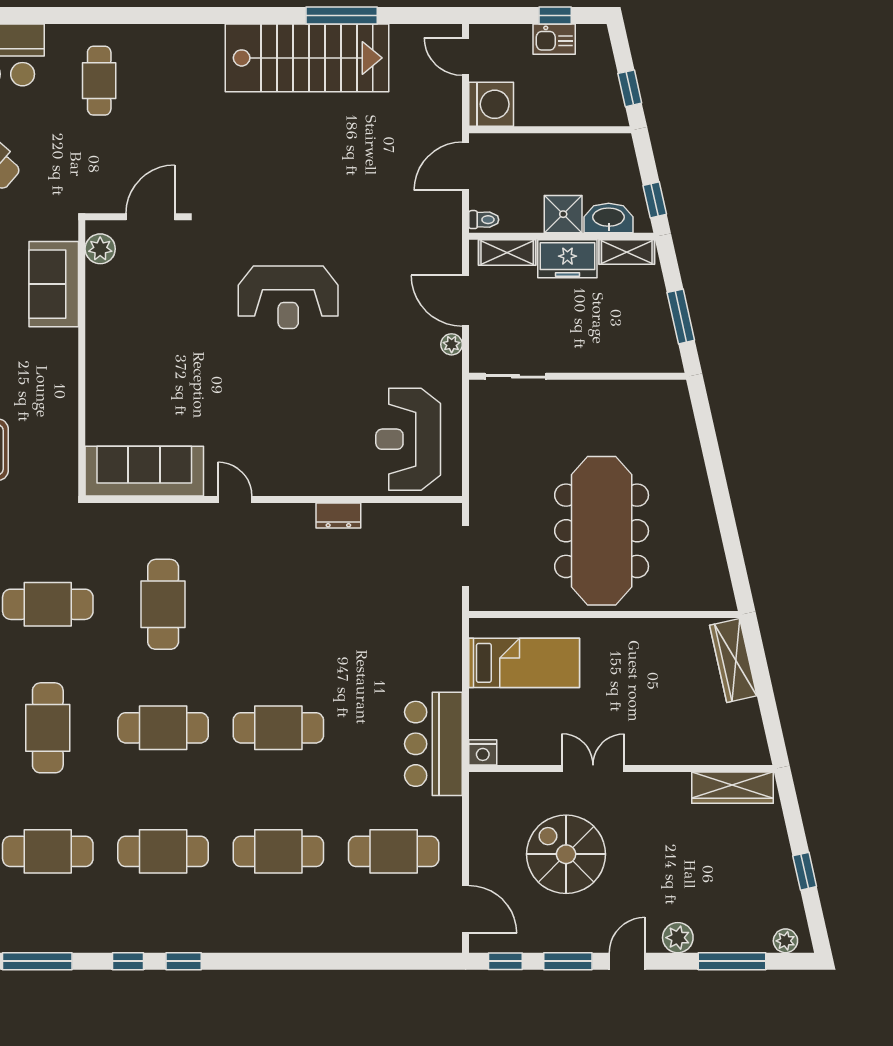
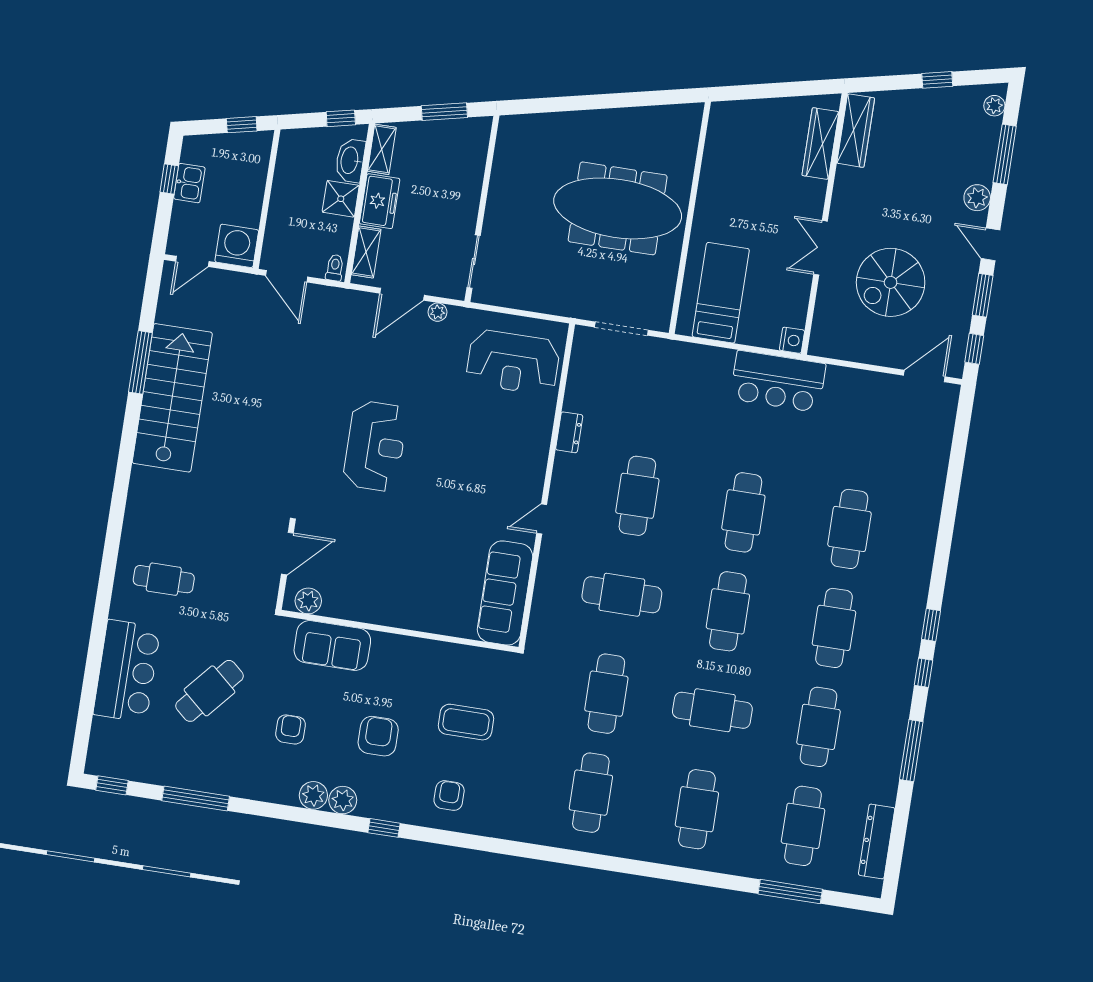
door: (150, 217) -> (287, 554), swing flipped
wardrobe: (733, 660) -> (820, 144), moved, turned 103
cafe table: (394, 851) -> (637, 496), moved

